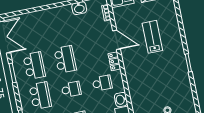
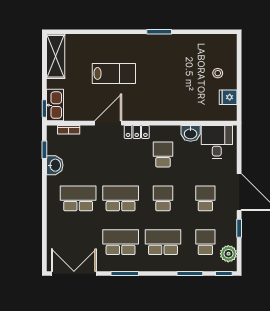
school desk: (59, 29) -> (78, 198), added
lab bench: (152, 37) -> (114, 73), turned 180

